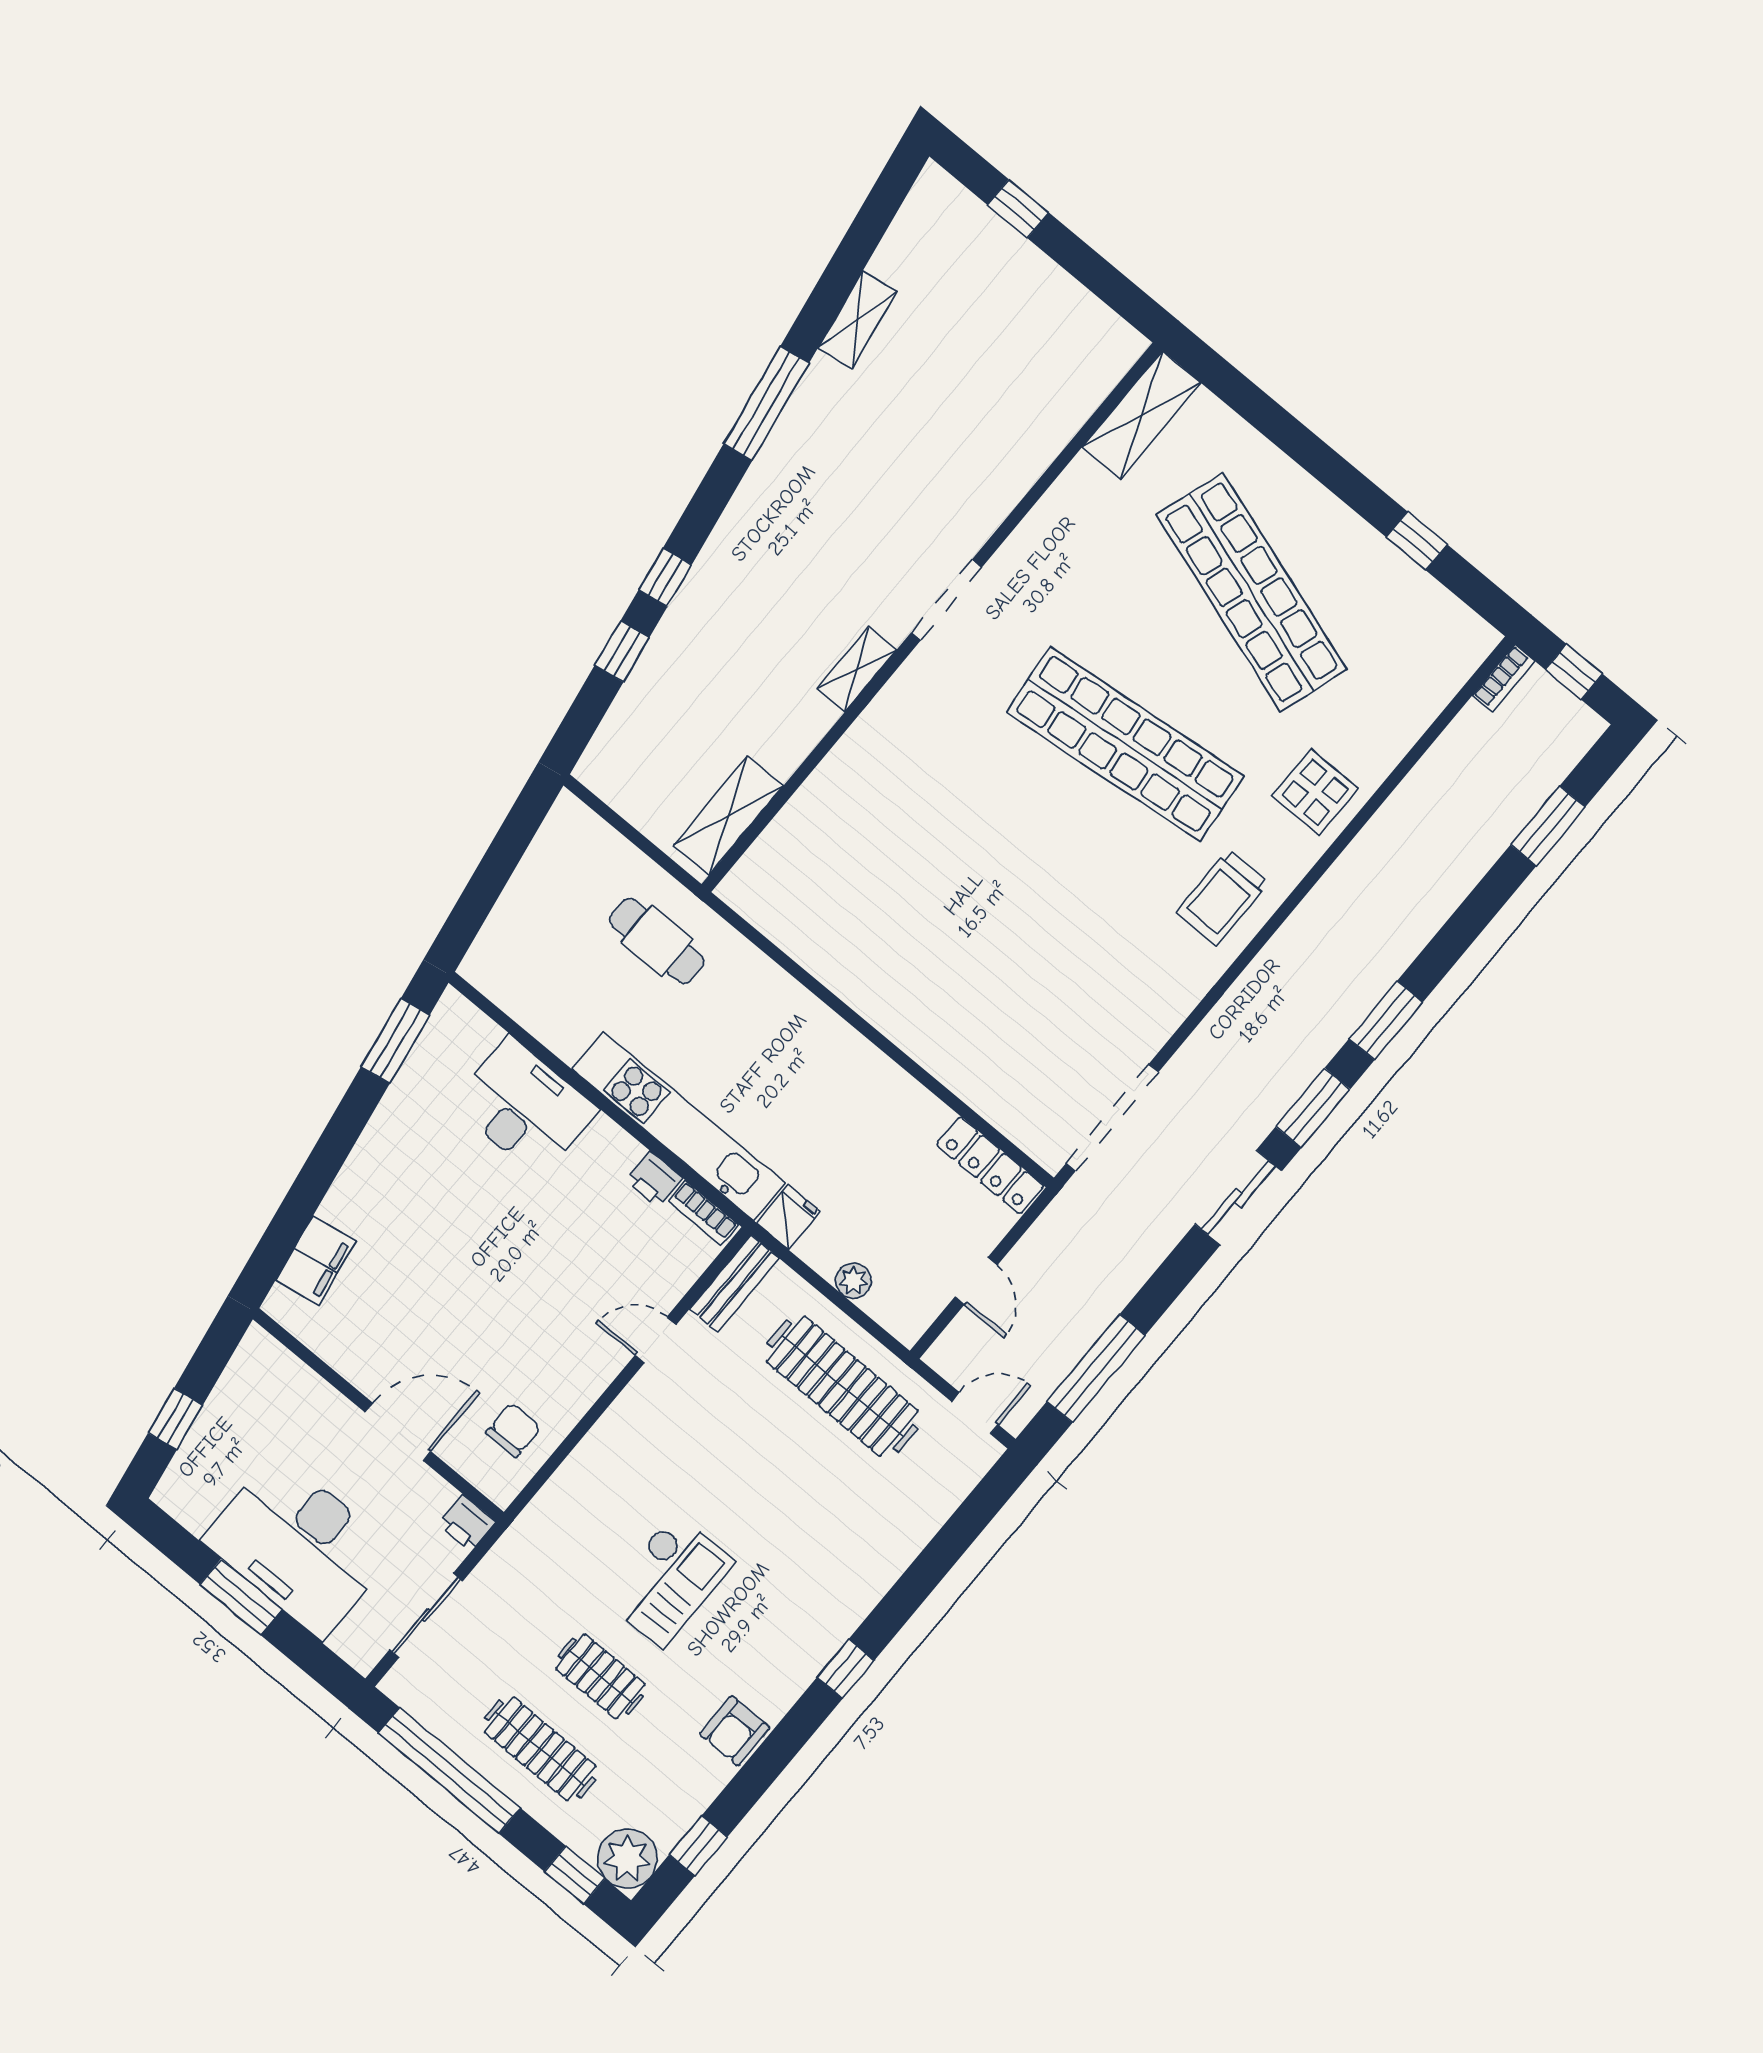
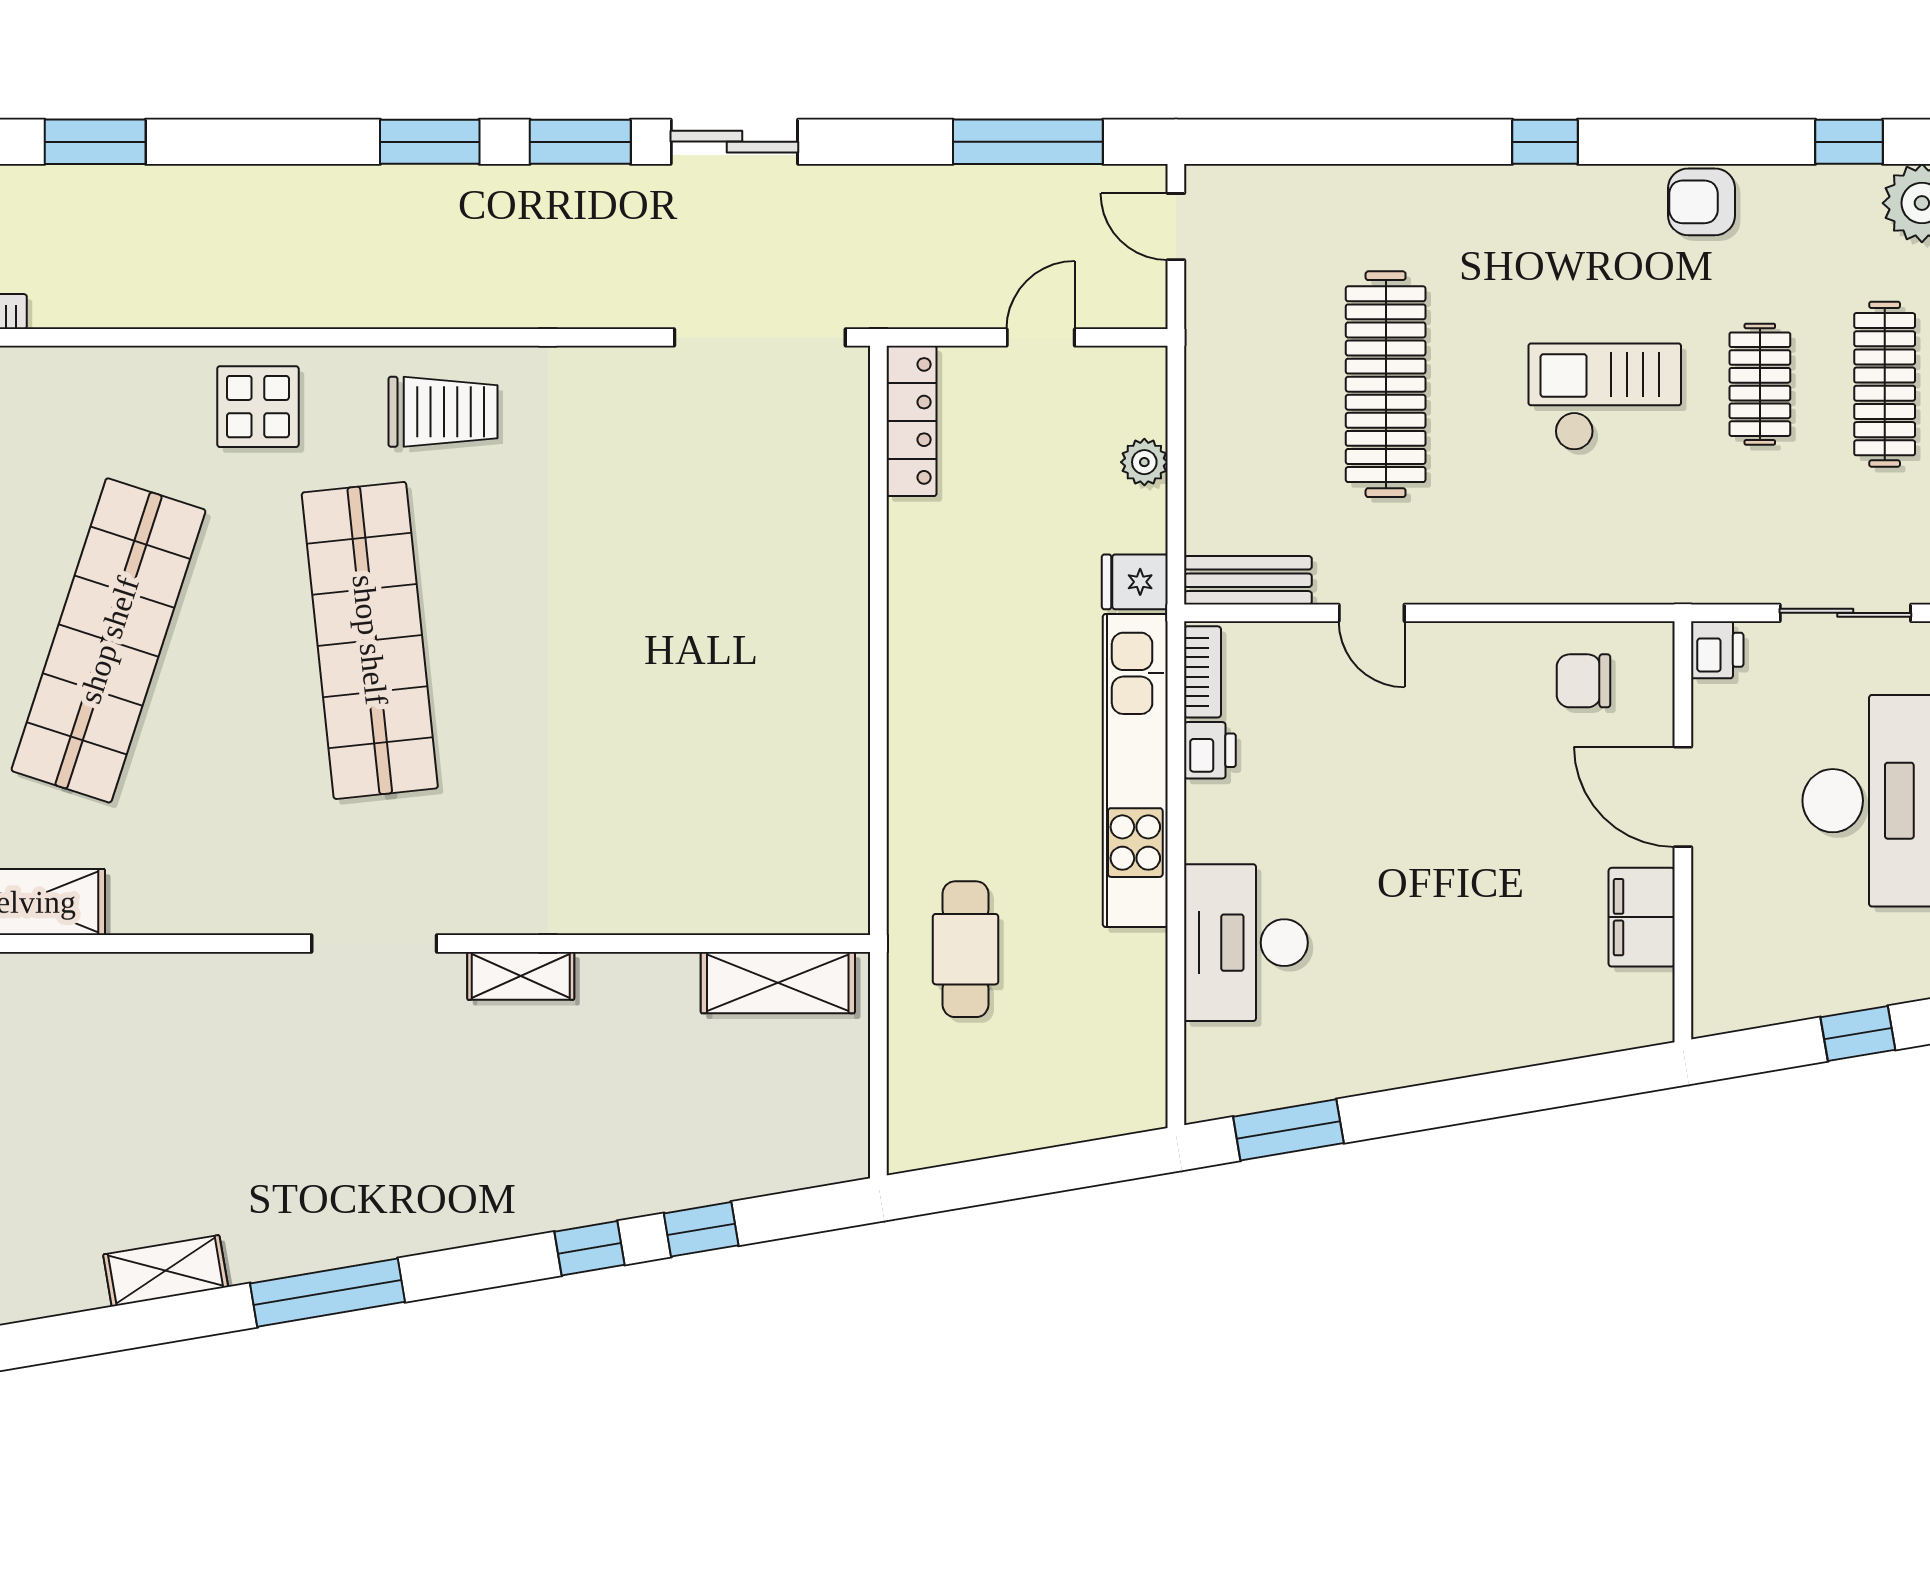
filing cabinet: (316, 1261) -> (1642, 917), moved, turned -80
clothes rail: (842, 1386) -> (1386, 384), moved
armchair: (735, 1731) -> (1702, 202), turned 180

